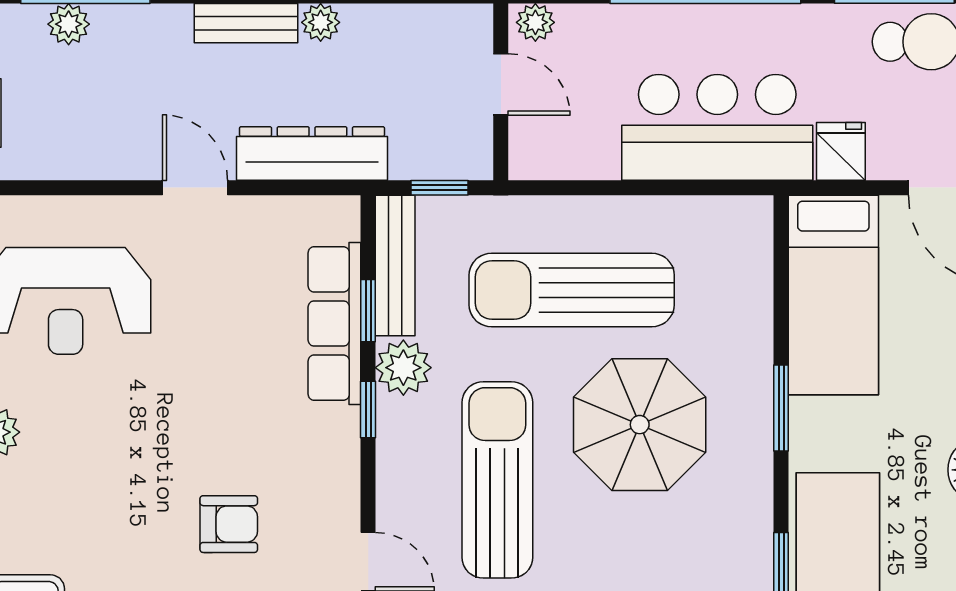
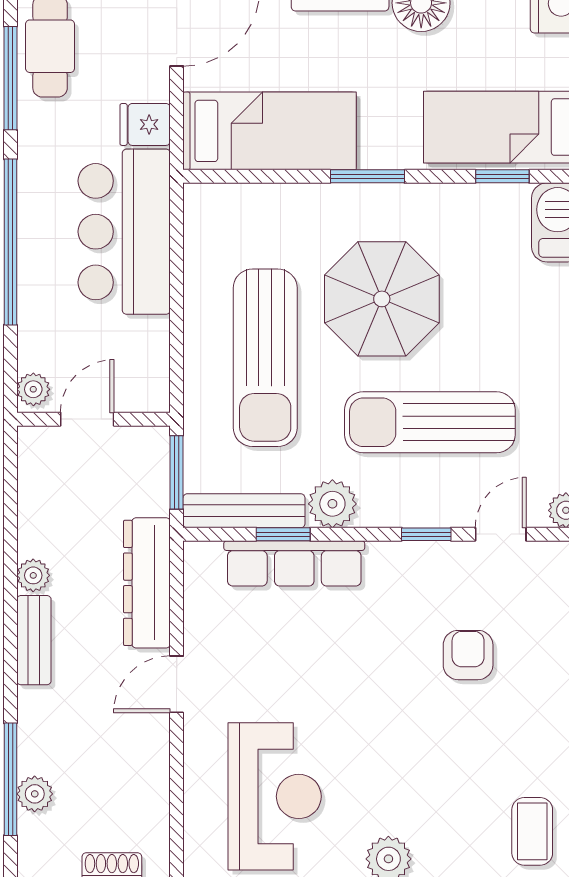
window: (439, 188) -> (177, 472), width x1.50
window: (368, 410) -> (426, 534), moved

